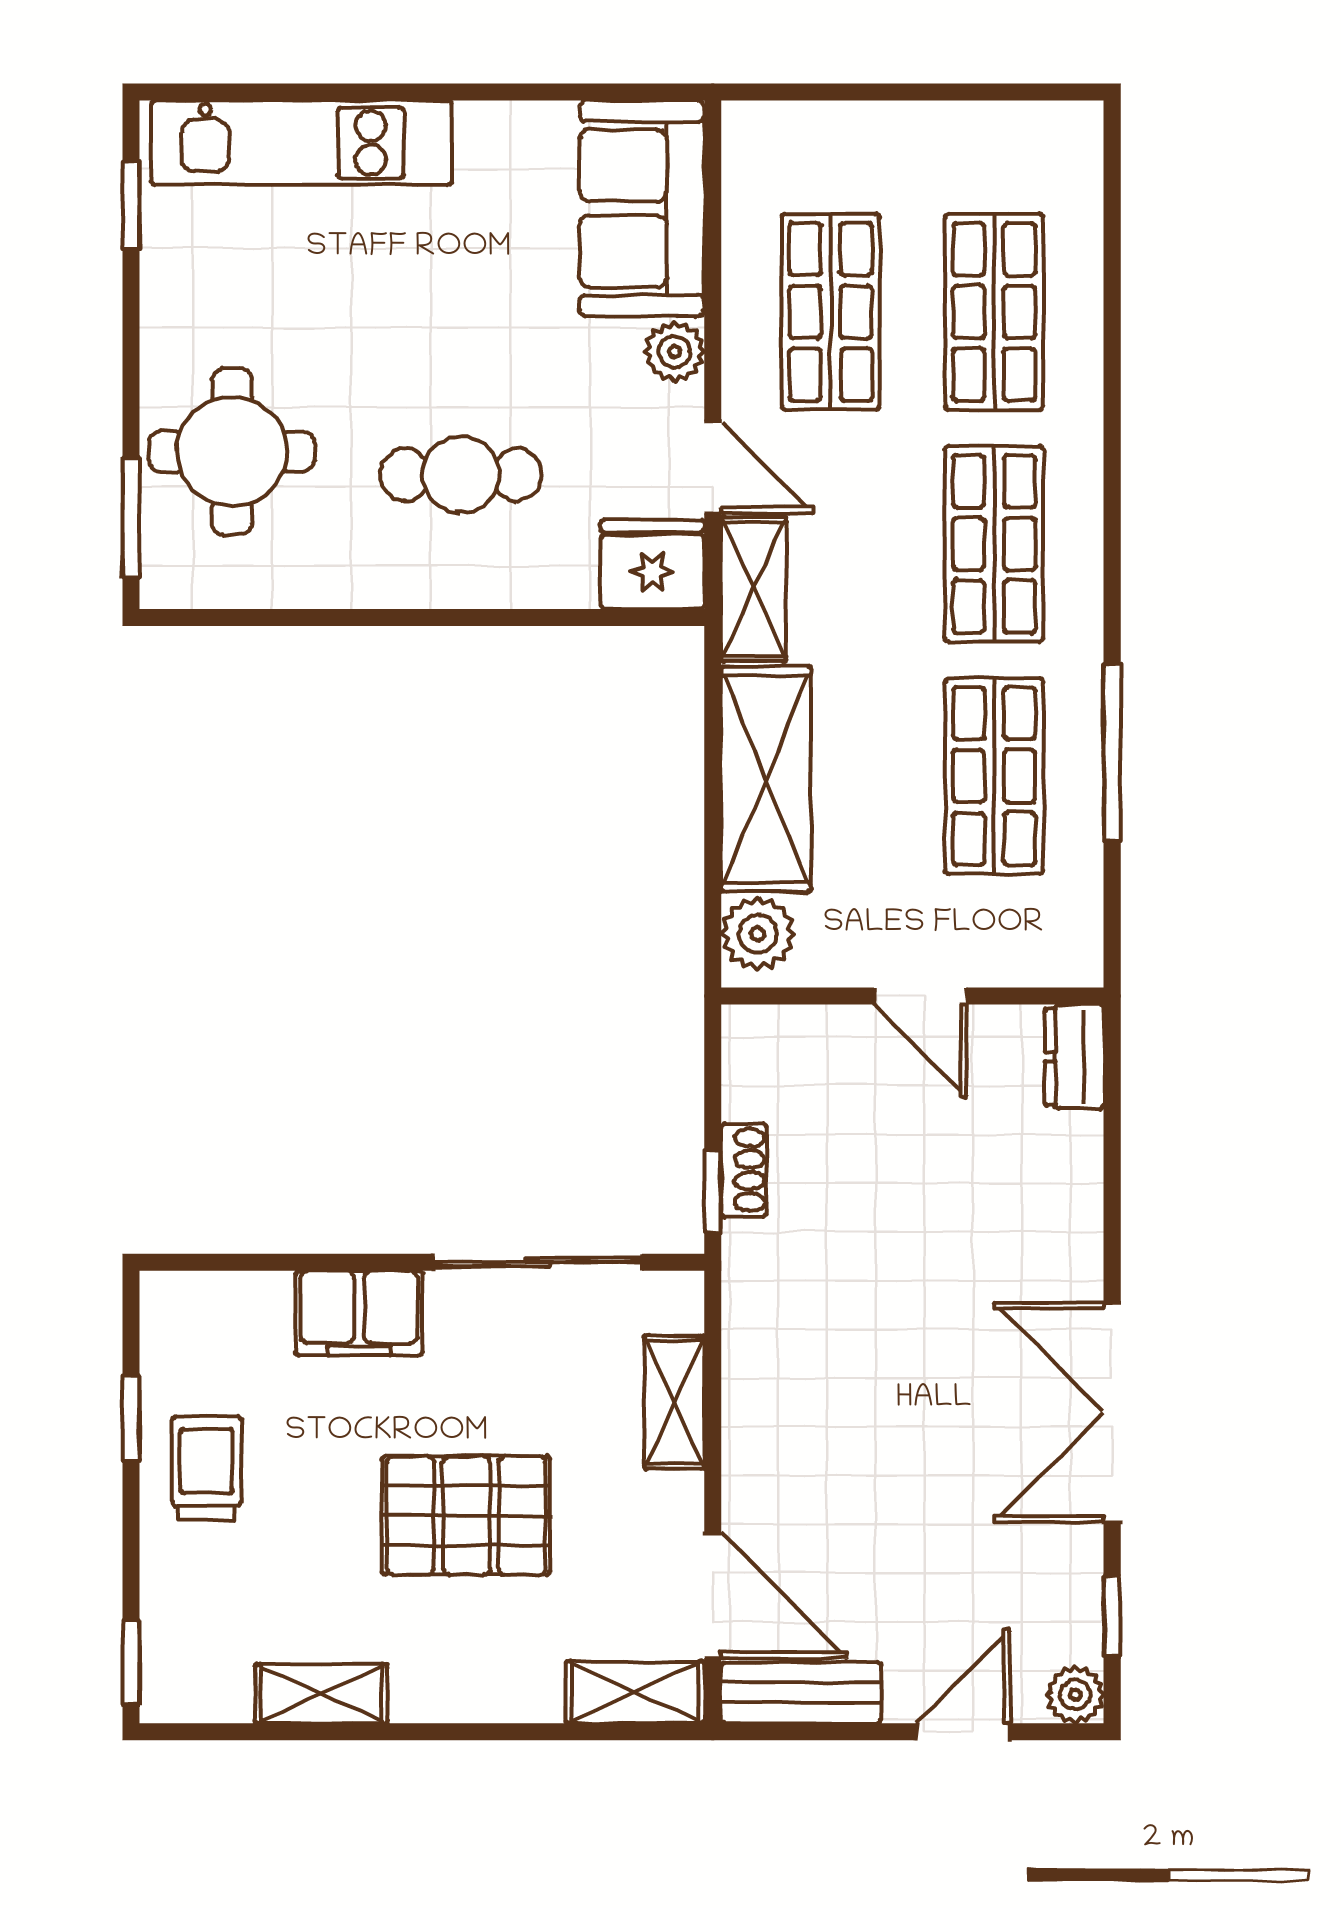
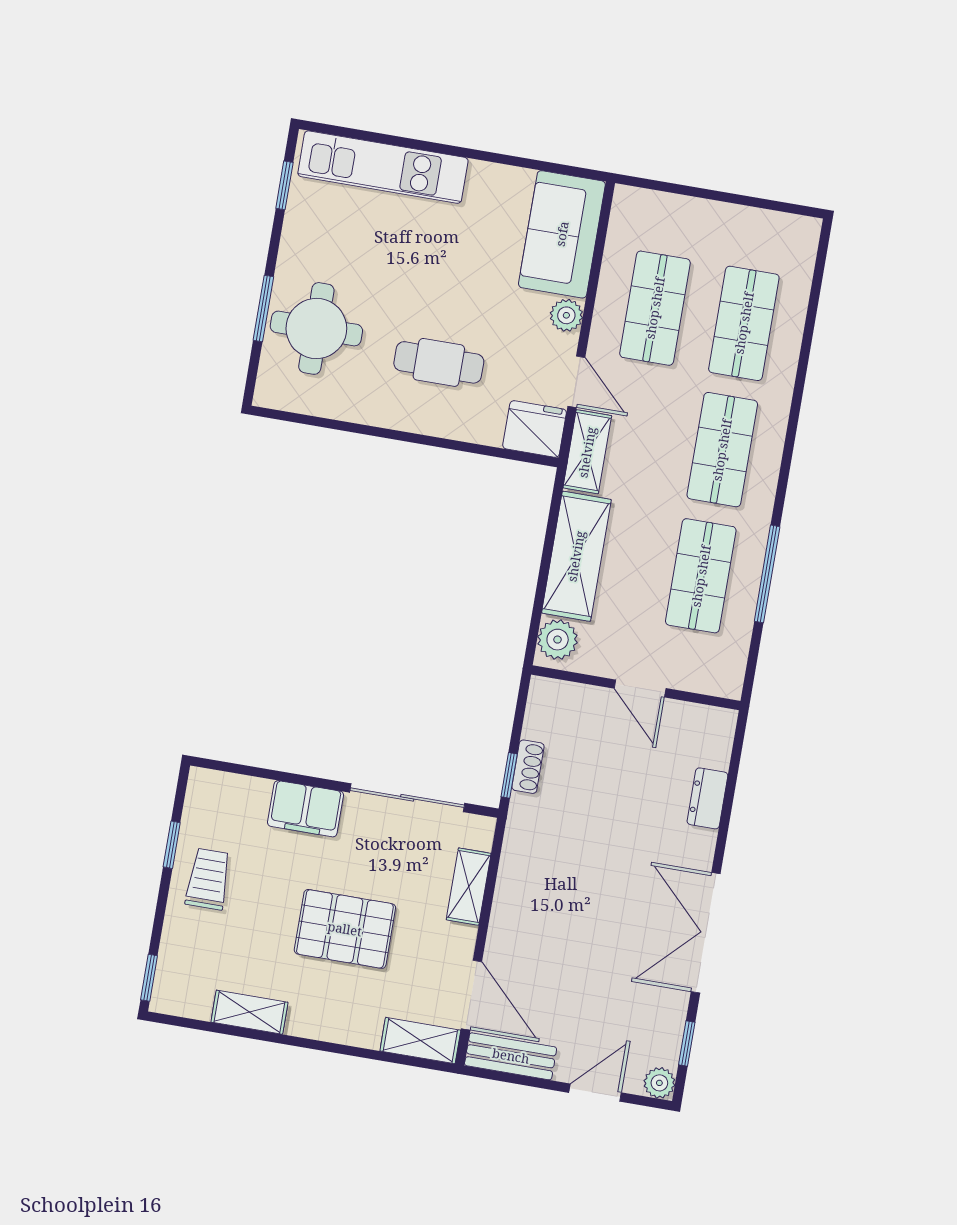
window: (131, 518) -> (263, 309), moved
dresser: (1074, 1057) -> (707, 798), moved

